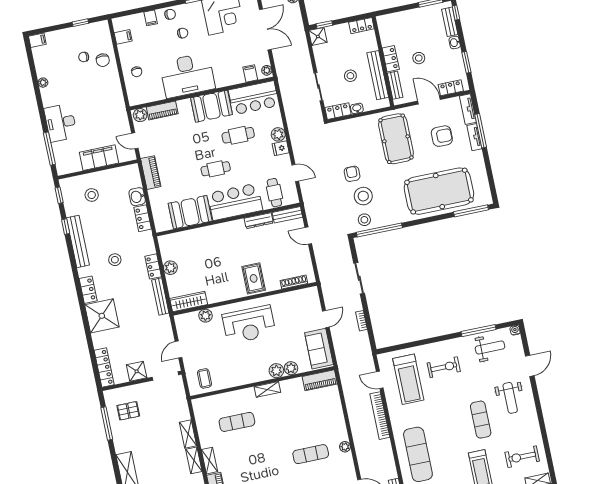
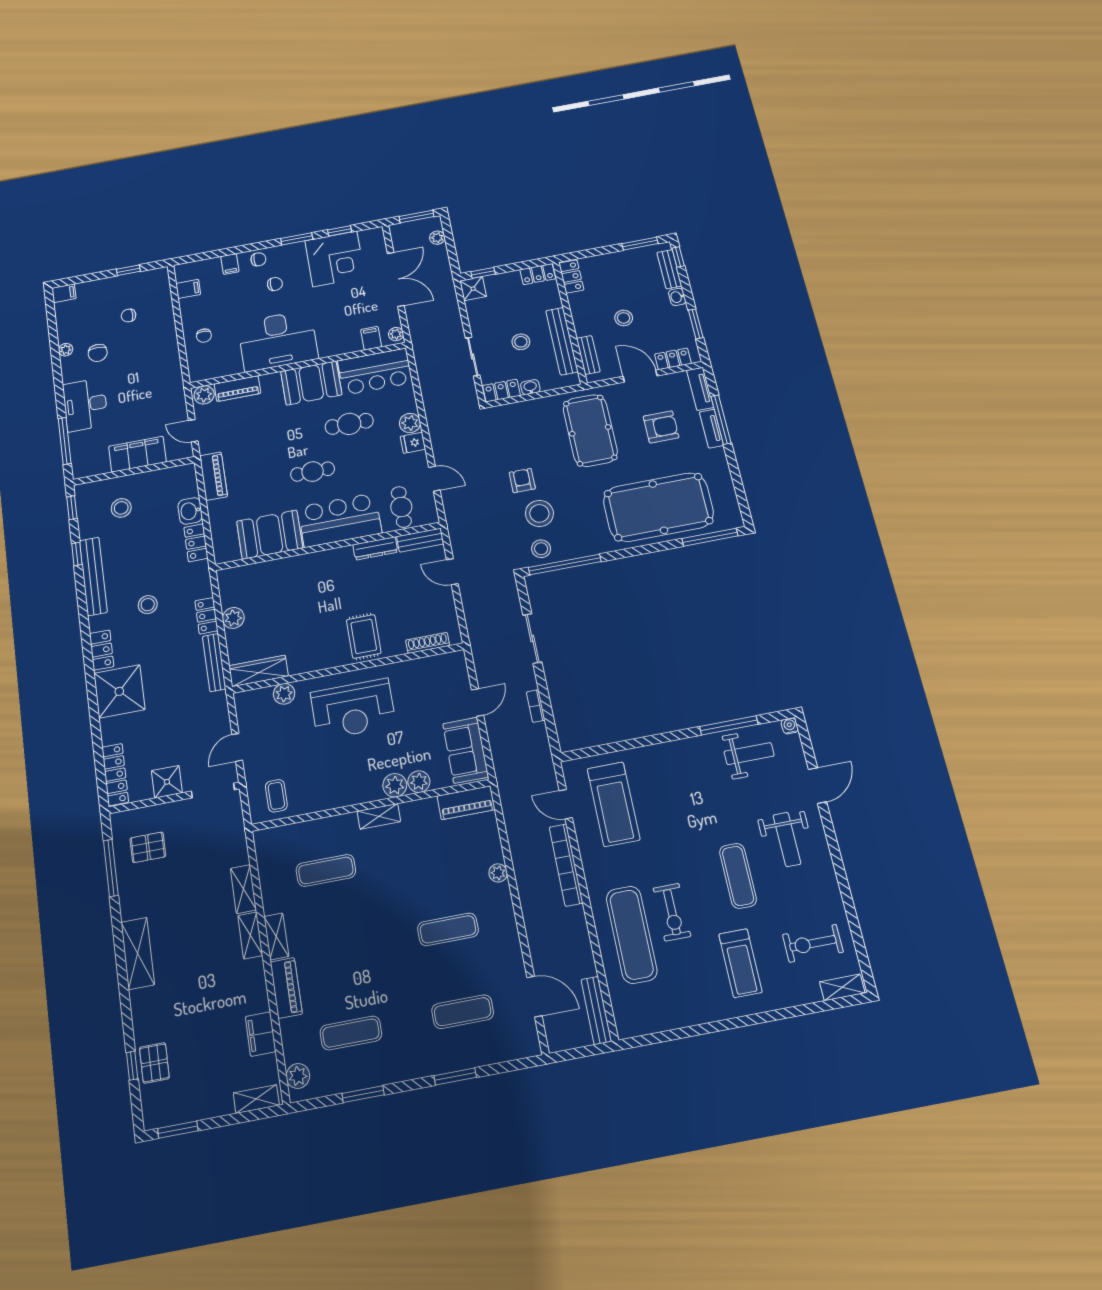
locker: (391, 59) -> (571, 276), moved
chair: (103, 60) -> (98, 353), moved
exercise bike: (444, 367) -> (672, 912), moved, turned 90
plant: (345, 447) -> (498, 873), moved

